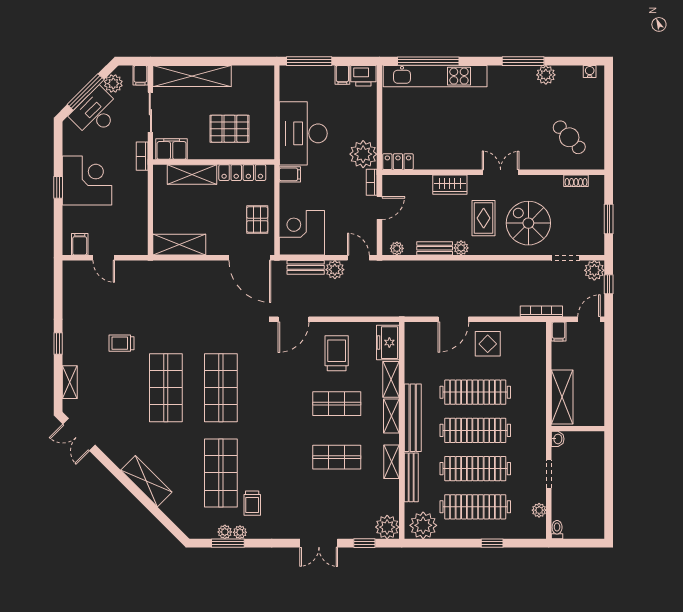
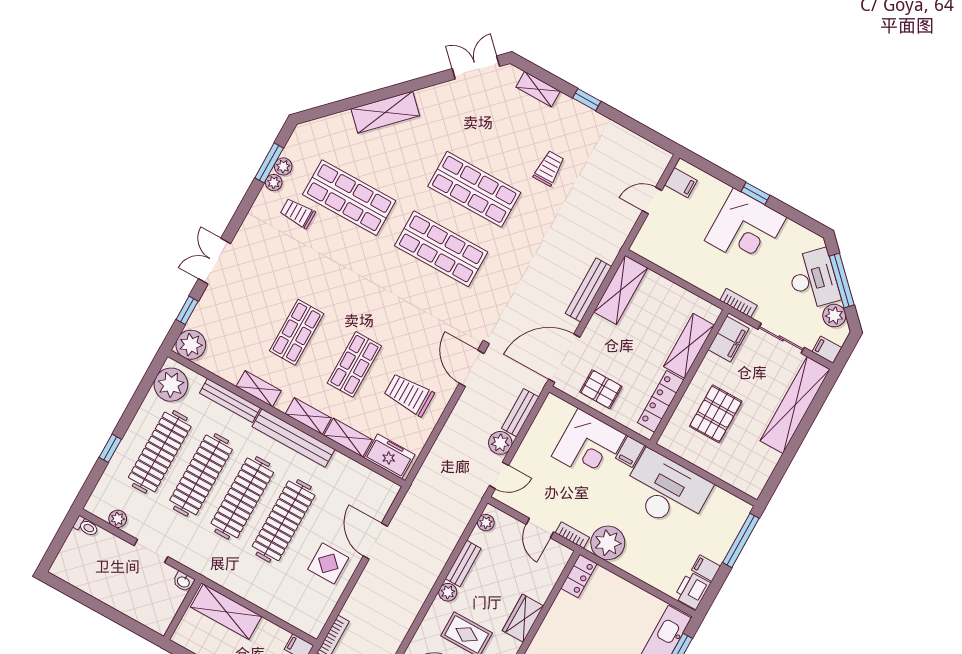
corner desk: (302, 233) -> (589, 446), moved, turned 90
bench: (192, 268) -> (588, 290), added
trolley: (337, 353) -> (409, 395), turned 180

